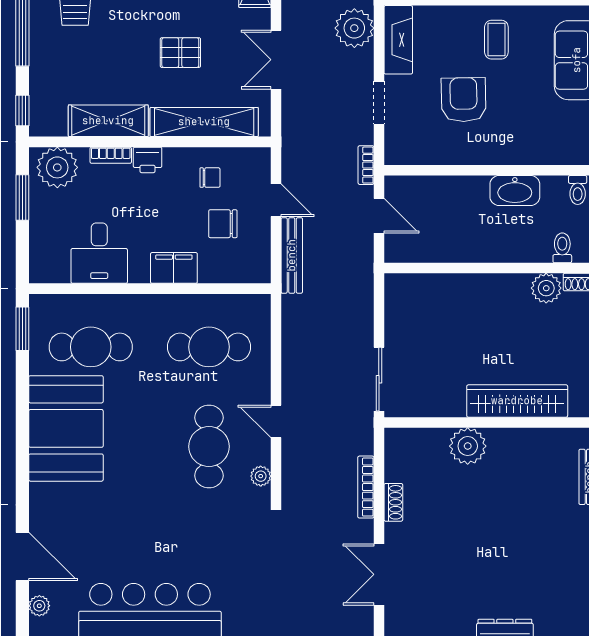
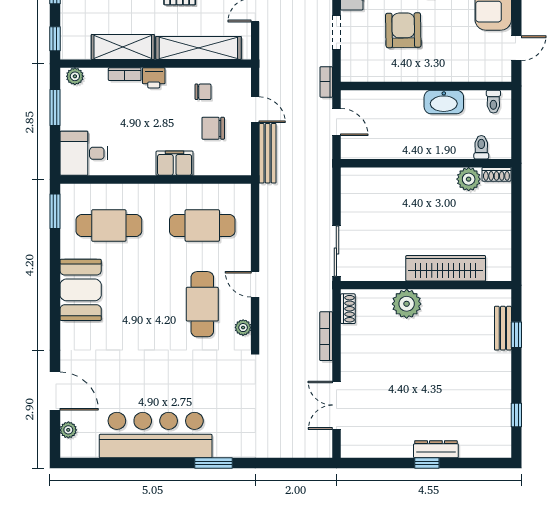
plant: (57, 167) -> (75, 76), width x0.53, depth x0.53
desk: (99, 253) -> (84, 153), moved, turned 90
booth: (66, 428) -> (81, 290), width x0.73, depth x0.70
shoe rack: (393, 502) -> (348, 309), moved

